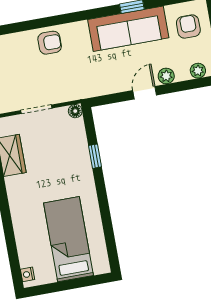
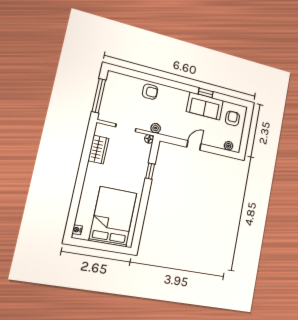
sofa: (128, 29) -> (205, 106), width x0.73
plant: (166, 76) -> (156, 128), moved
bed: (68, 239) -> (113, 217), width x1.50

